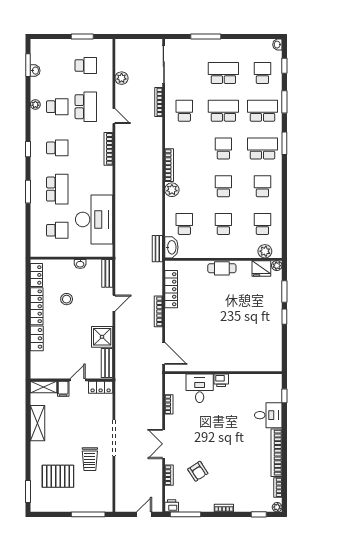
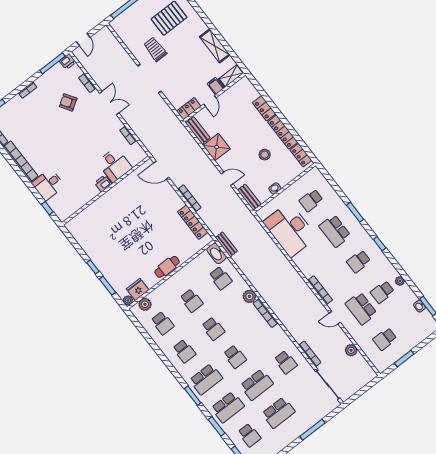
door: (114, 303) -> (227, 179), swing flipped

